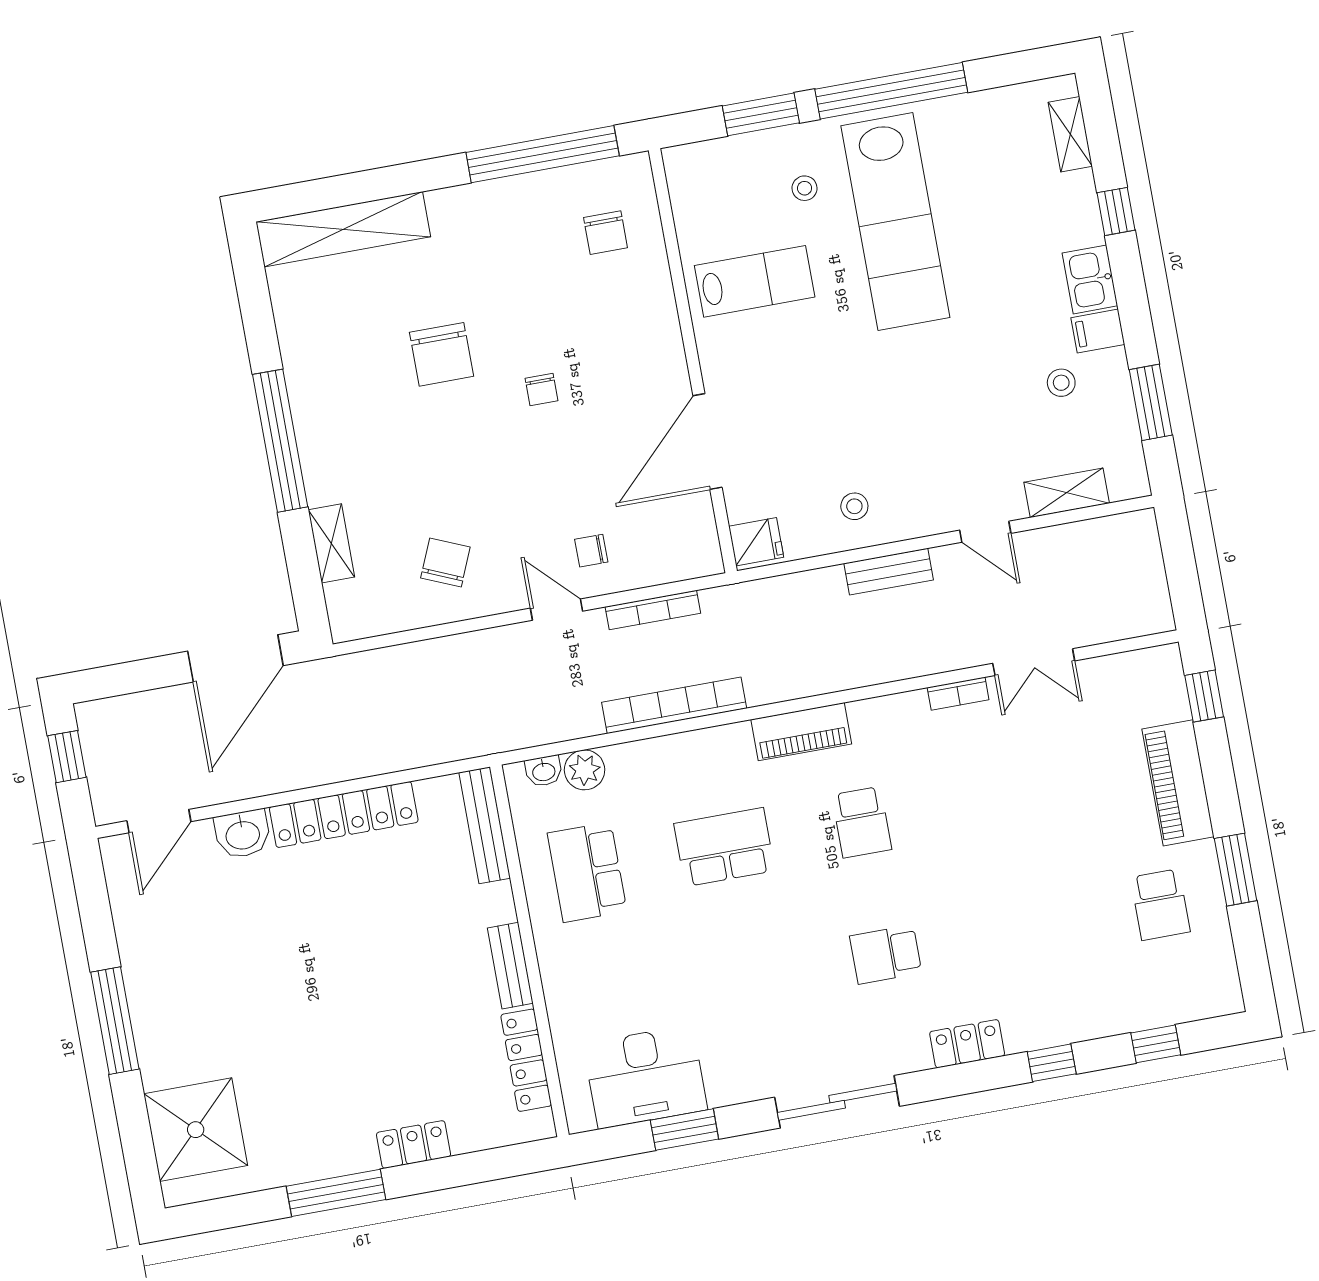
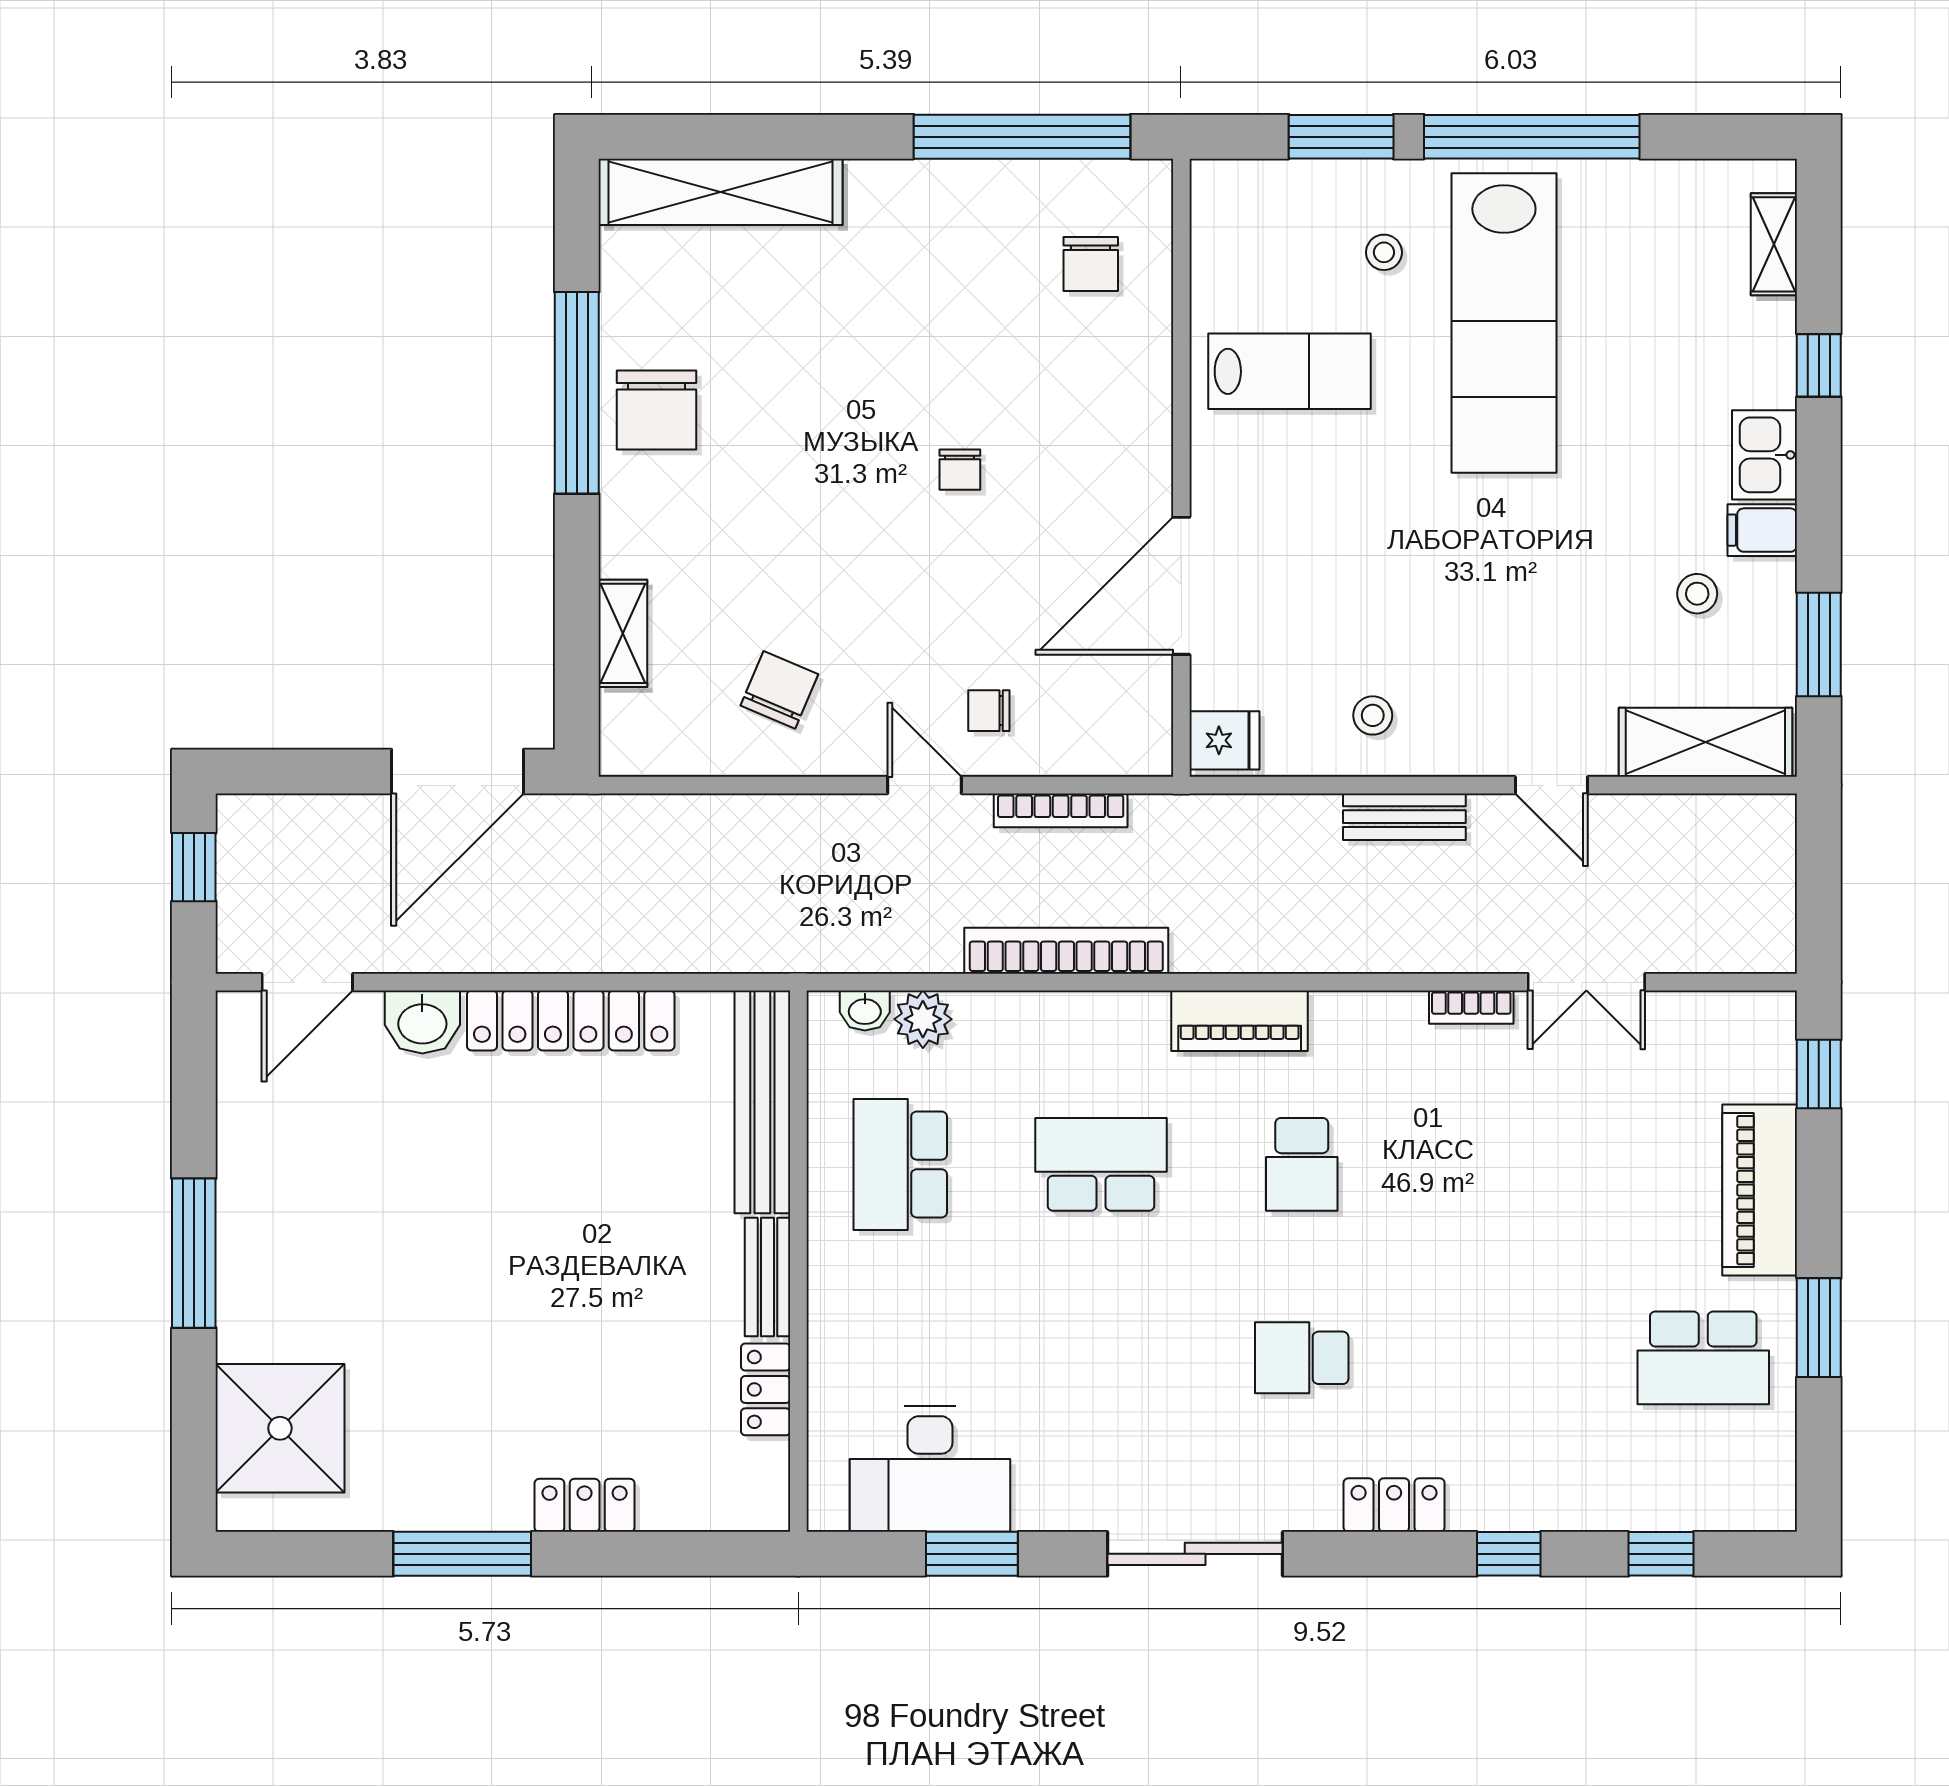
chair: (441, 354) -> (656, 410), moved
window: (280, 441) -> (577, 393), moved
shelving: (1067, 493) -> (1705, 742), width x1.50, depth x1.33
bench: (485, 825) -> (762, 1102), width x1.37, depth x1.21
school desk: (1160, 905) -> (1703, 1358), width x1.85
locker: (526, 1060) -> (766, 1389), width x0.66

